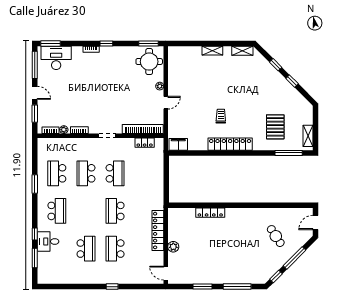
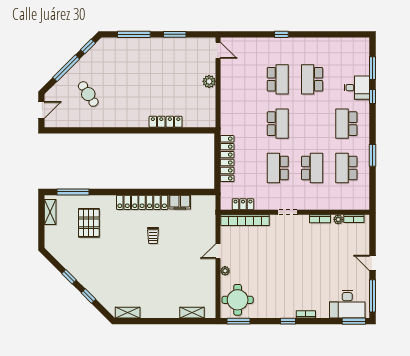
shelving: (212, 51) -> (192, 313), moved
window: (35, 114) -> (372, 238), removed
filing cabinet: (178, 144) -> (180, 202), moved
school desk: (57, 173) -> (346, 168), turned 180
locker: (158, 231) -> (227, 159), moved

